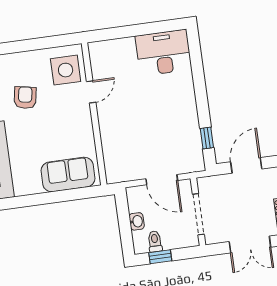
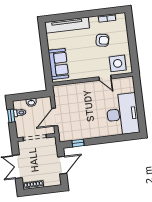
desk: (163, 53) -> (123, 114), width x1.36, depth x1.30
door: (246, 165) -> (62, 165), hinge flipped

